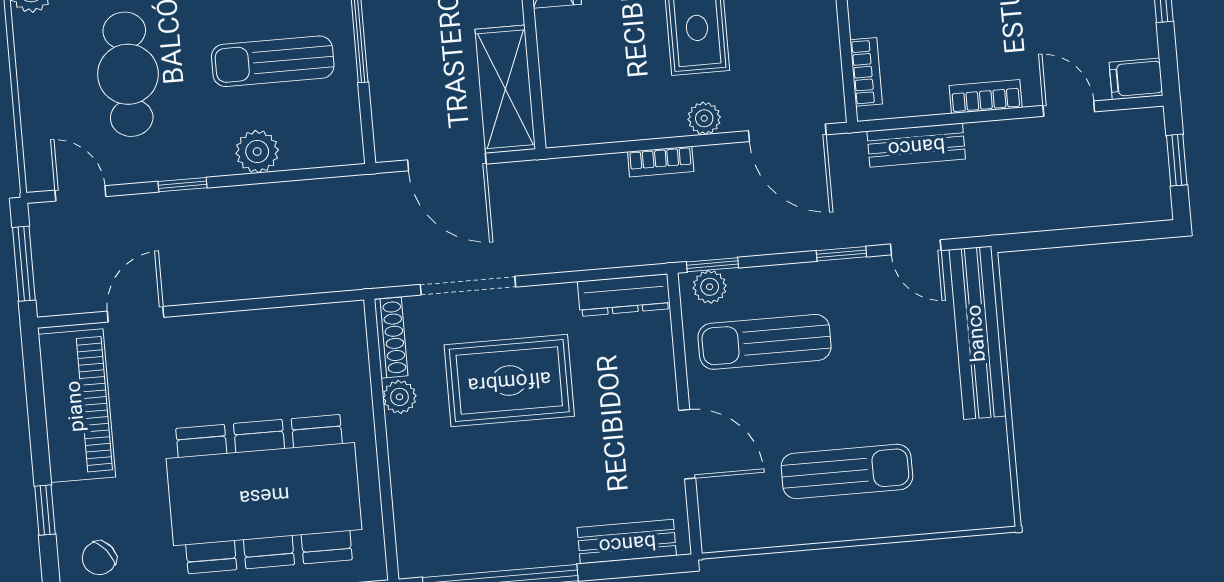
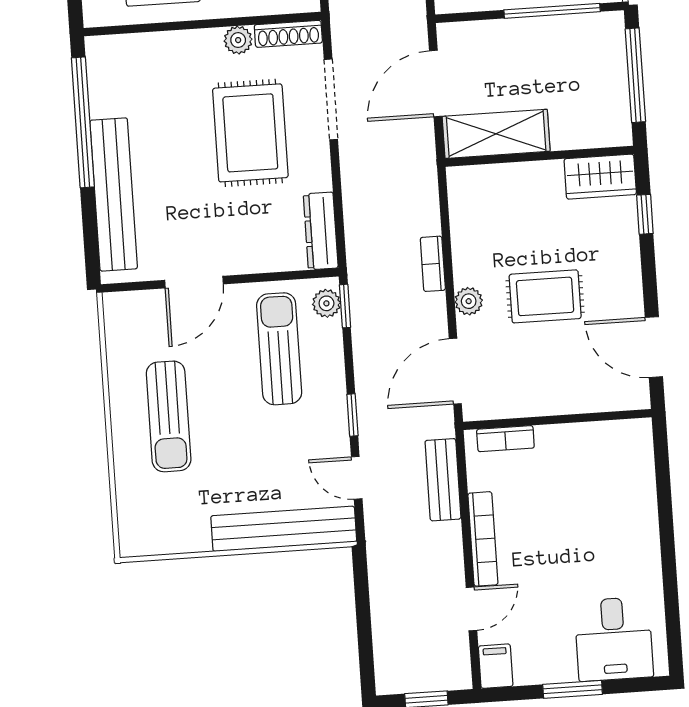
bookcase: (986, 97) -> (483, 539), width x1.56
door: (916, 247) -> (357, 478), hinge flipped
bench: (627, 542) -> (114, 194), width x1.86, depth x1.21

